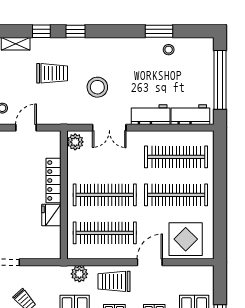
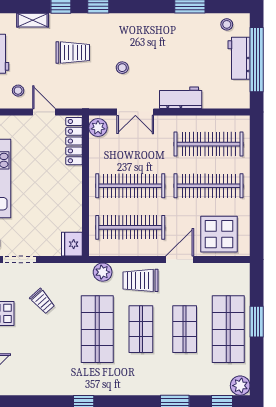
stool: (169, 50) -> (227, 24), moved
stool: (97, 87) -> (122, 68), width x0.53, depth x0.53
workbench: (190, 115) -> (239, 58), moved, turned -90
door: (26, 128) -> (44, 112), hinge flipped
locker: (53, 180) -> (74, 141), moved
fridge: (51, 215) -> (72, 244), moved

